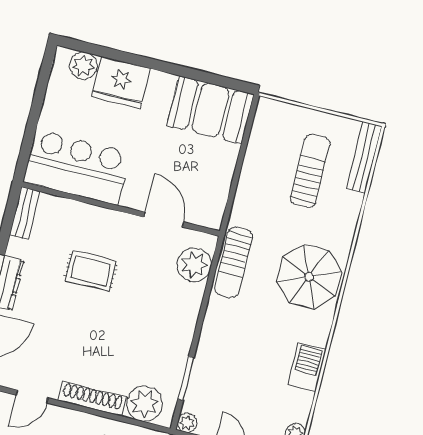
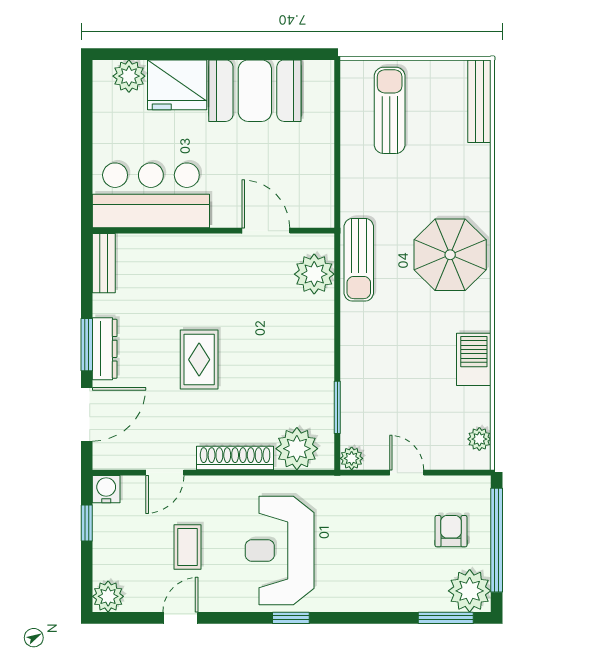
booth: (210, 110) -> (255, 91), moved
sun lounger: (310, 171) -> (390, 110), moved
rug: (91, 271) -> (199, 360), moved, turned 90

